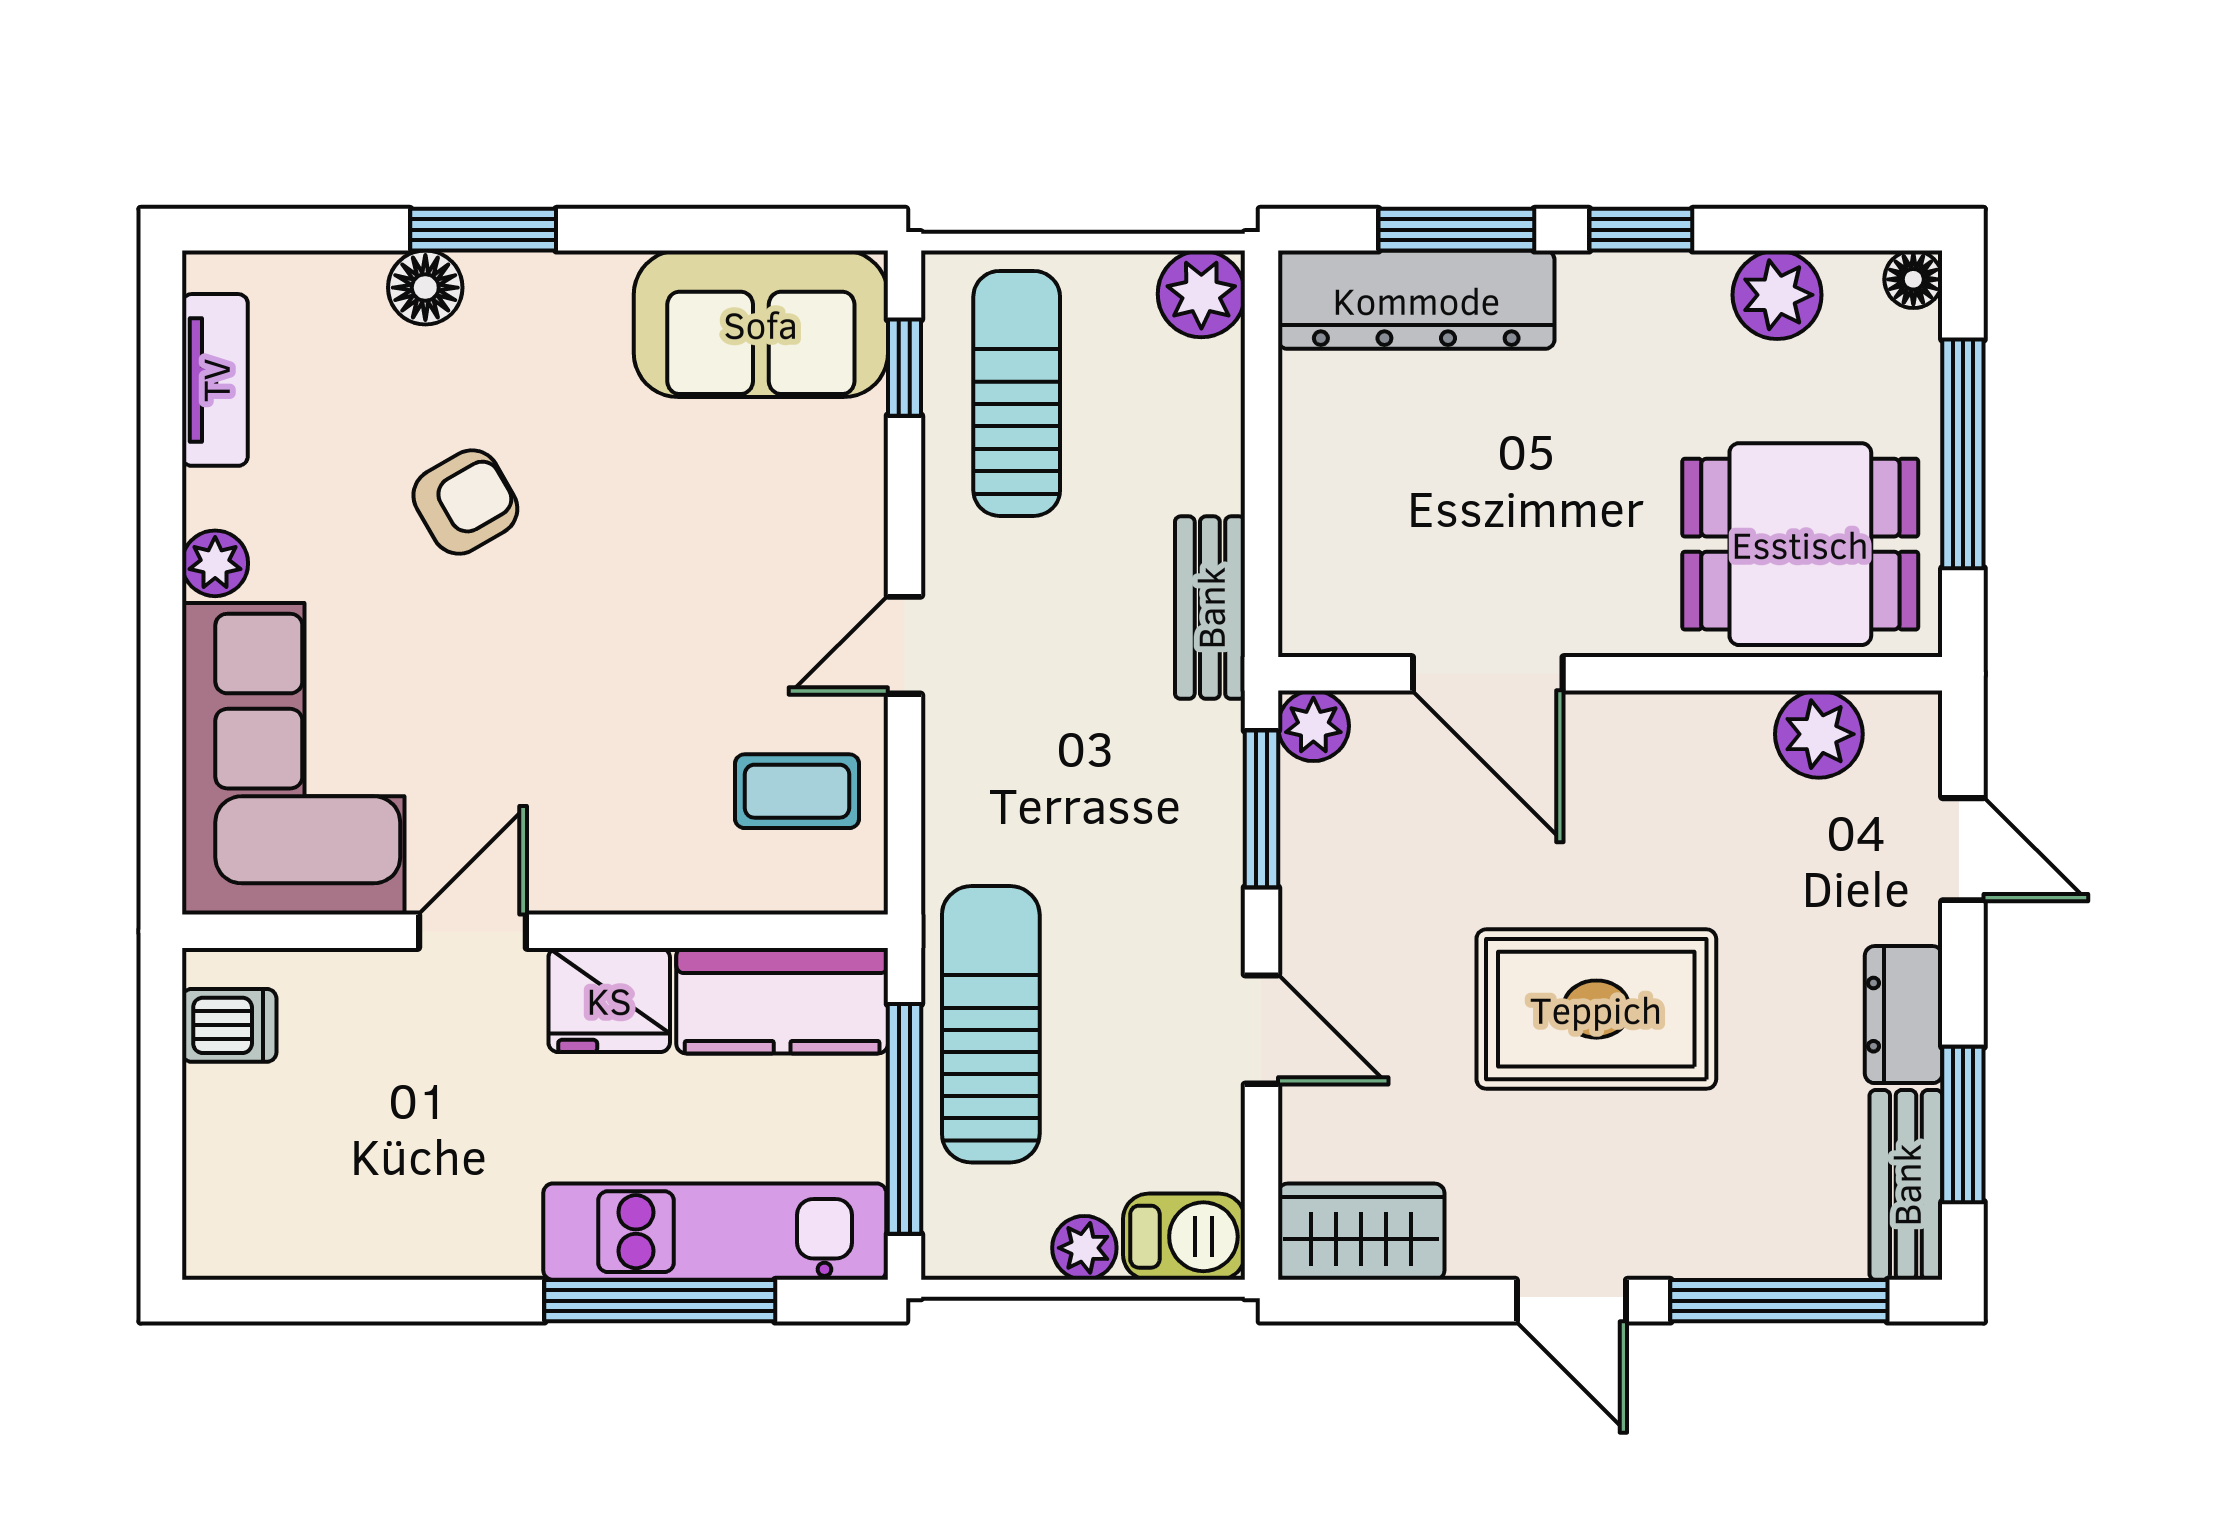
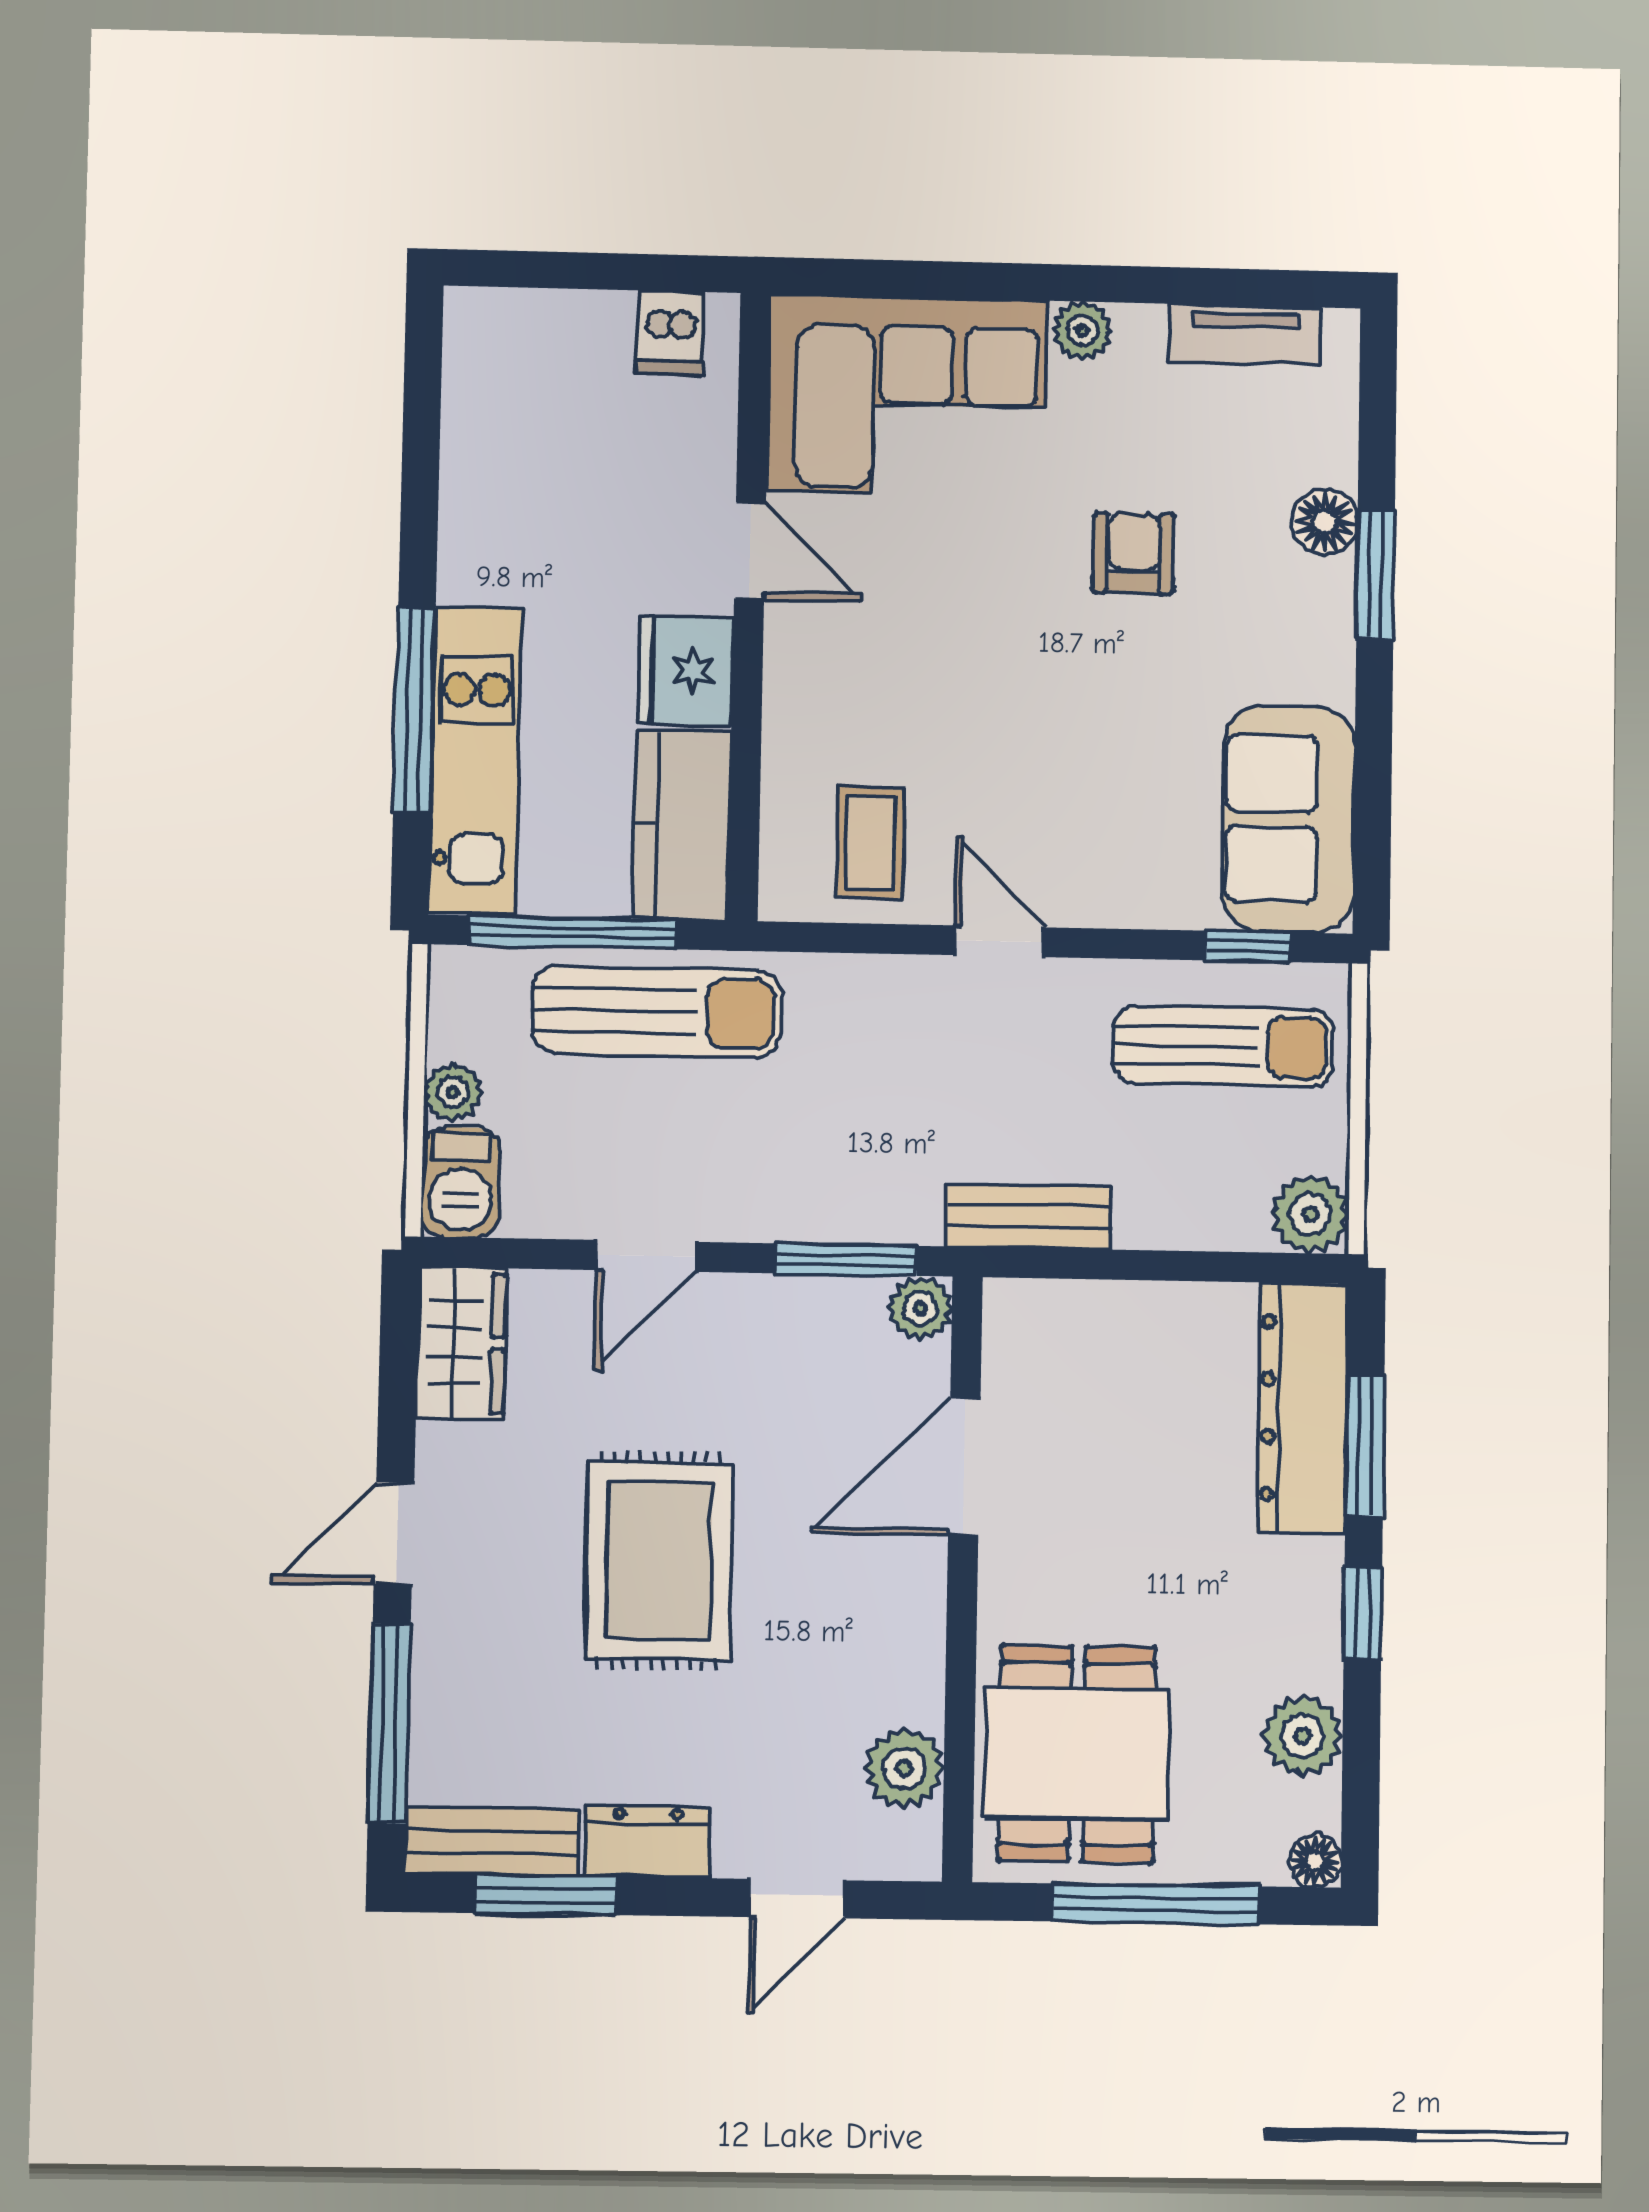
armchair: (465, 502) -> (1134, 553), turned -150

